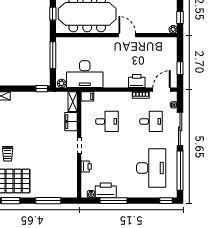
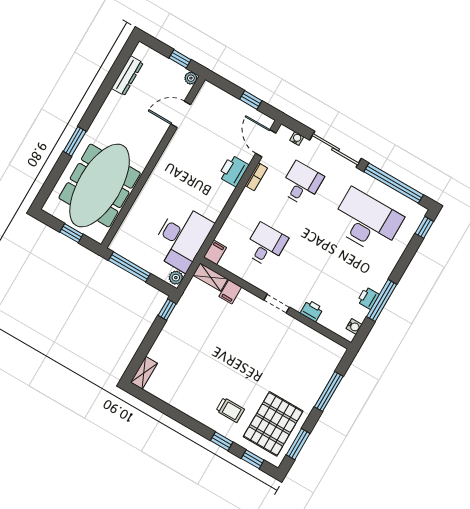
door: (127, 35) -> (181, 114), moved
filing cabinet: (71, 122) -> (230, 292), width x0.50
printer: (106, 190) -> (368, 298), width x0.53, depth x0.68

